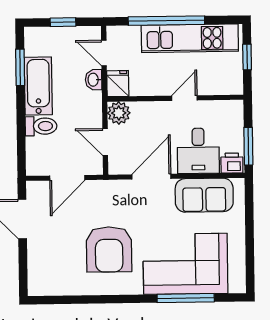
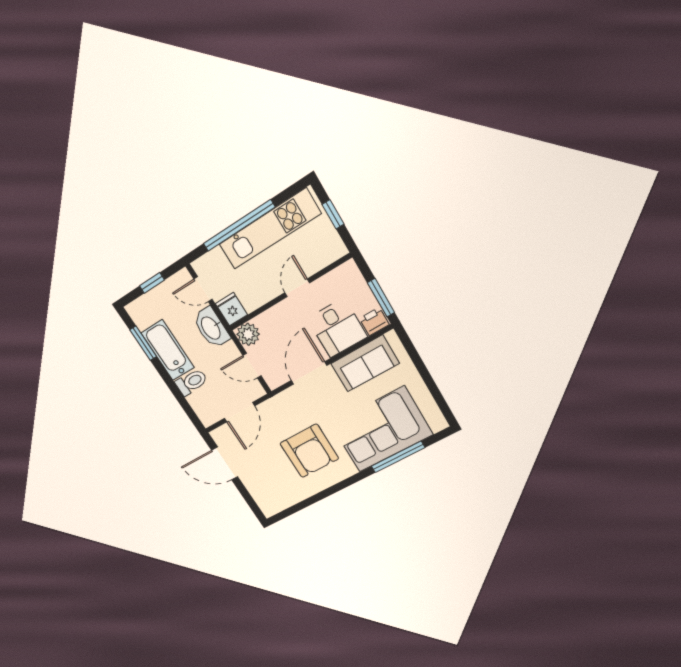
washbasin: (94, 80) -> (211, 328), width x1.91, depth x1.45

